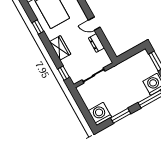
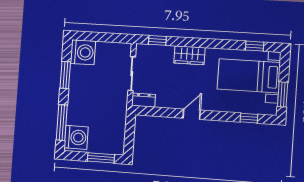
window: (38, 27) -> (255, 46), moved
dresser: (96, 43) -> (144, 100), moved

